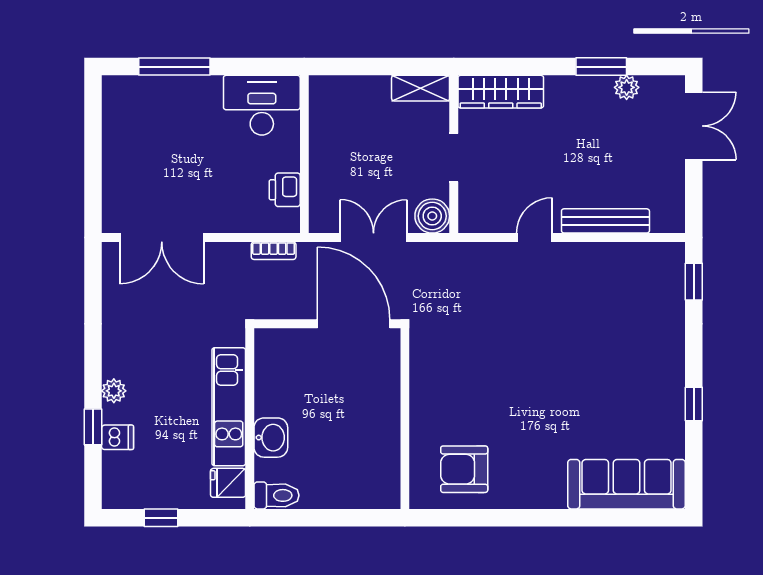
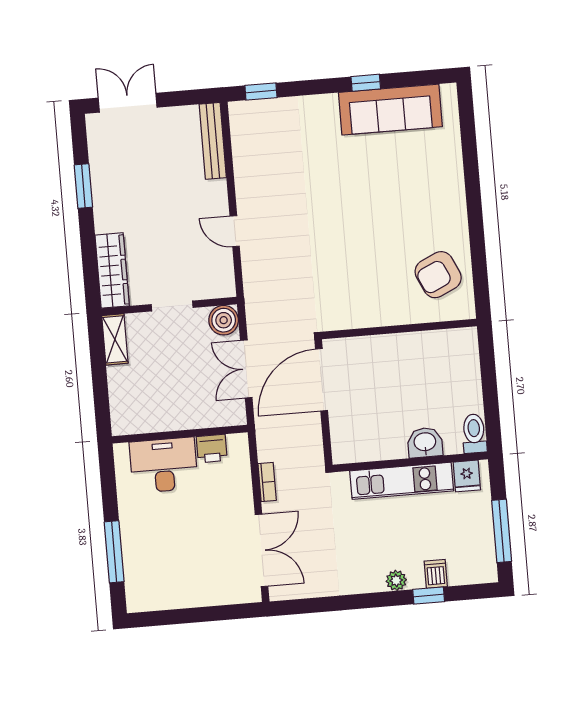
plant: (627, 87) -> (99, 163), removed
desk: (262, 105) -> (164, 465), moved, turned 90
bench: (605, 221) -> (213, 141), moved
bookcase: (274, 251) -> (267, 482), moved
armchair: (464, 469) -> (438, 275), turned 65
sofa: (627, 484) -> (390, 110), moved, turned -90
window: (161, 518) -> (502, 531), width x2.17

